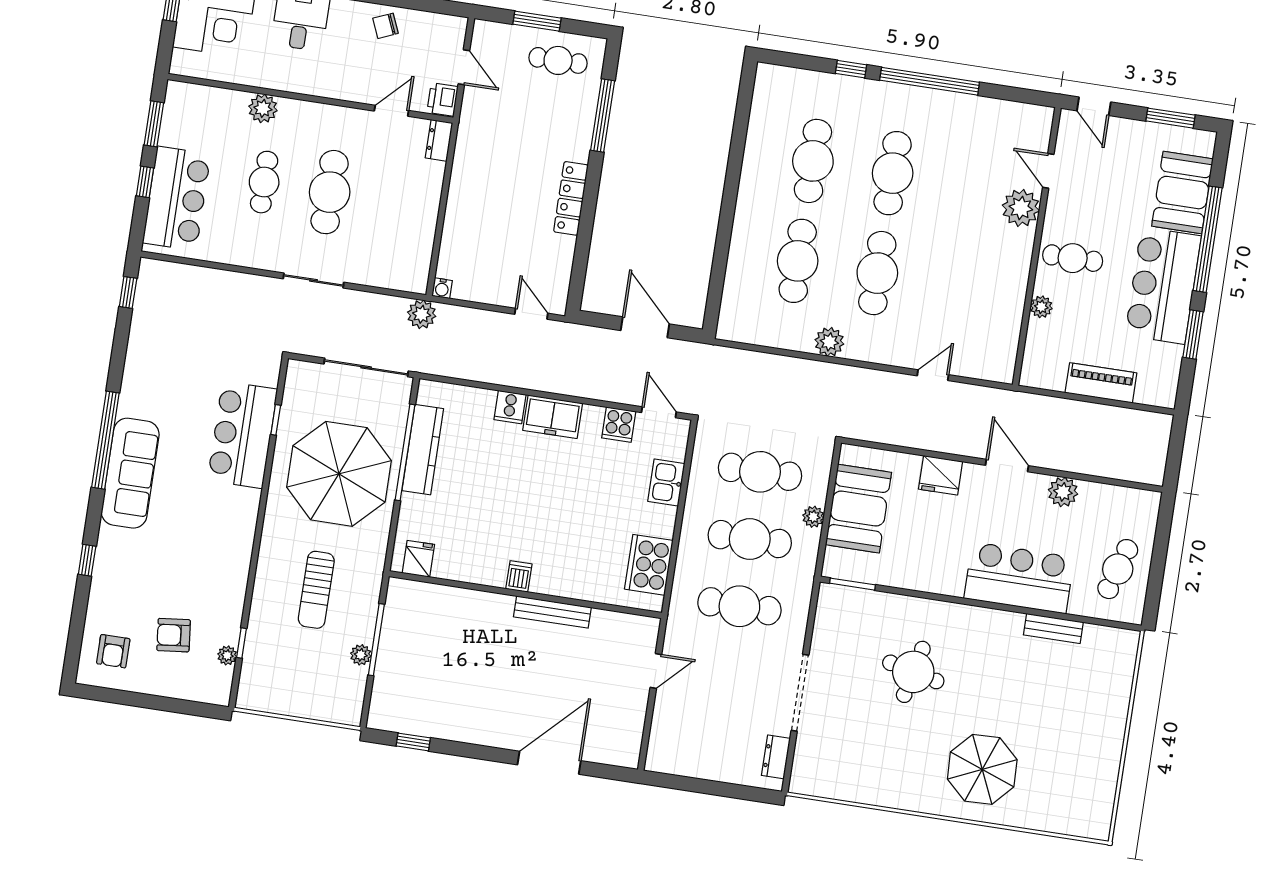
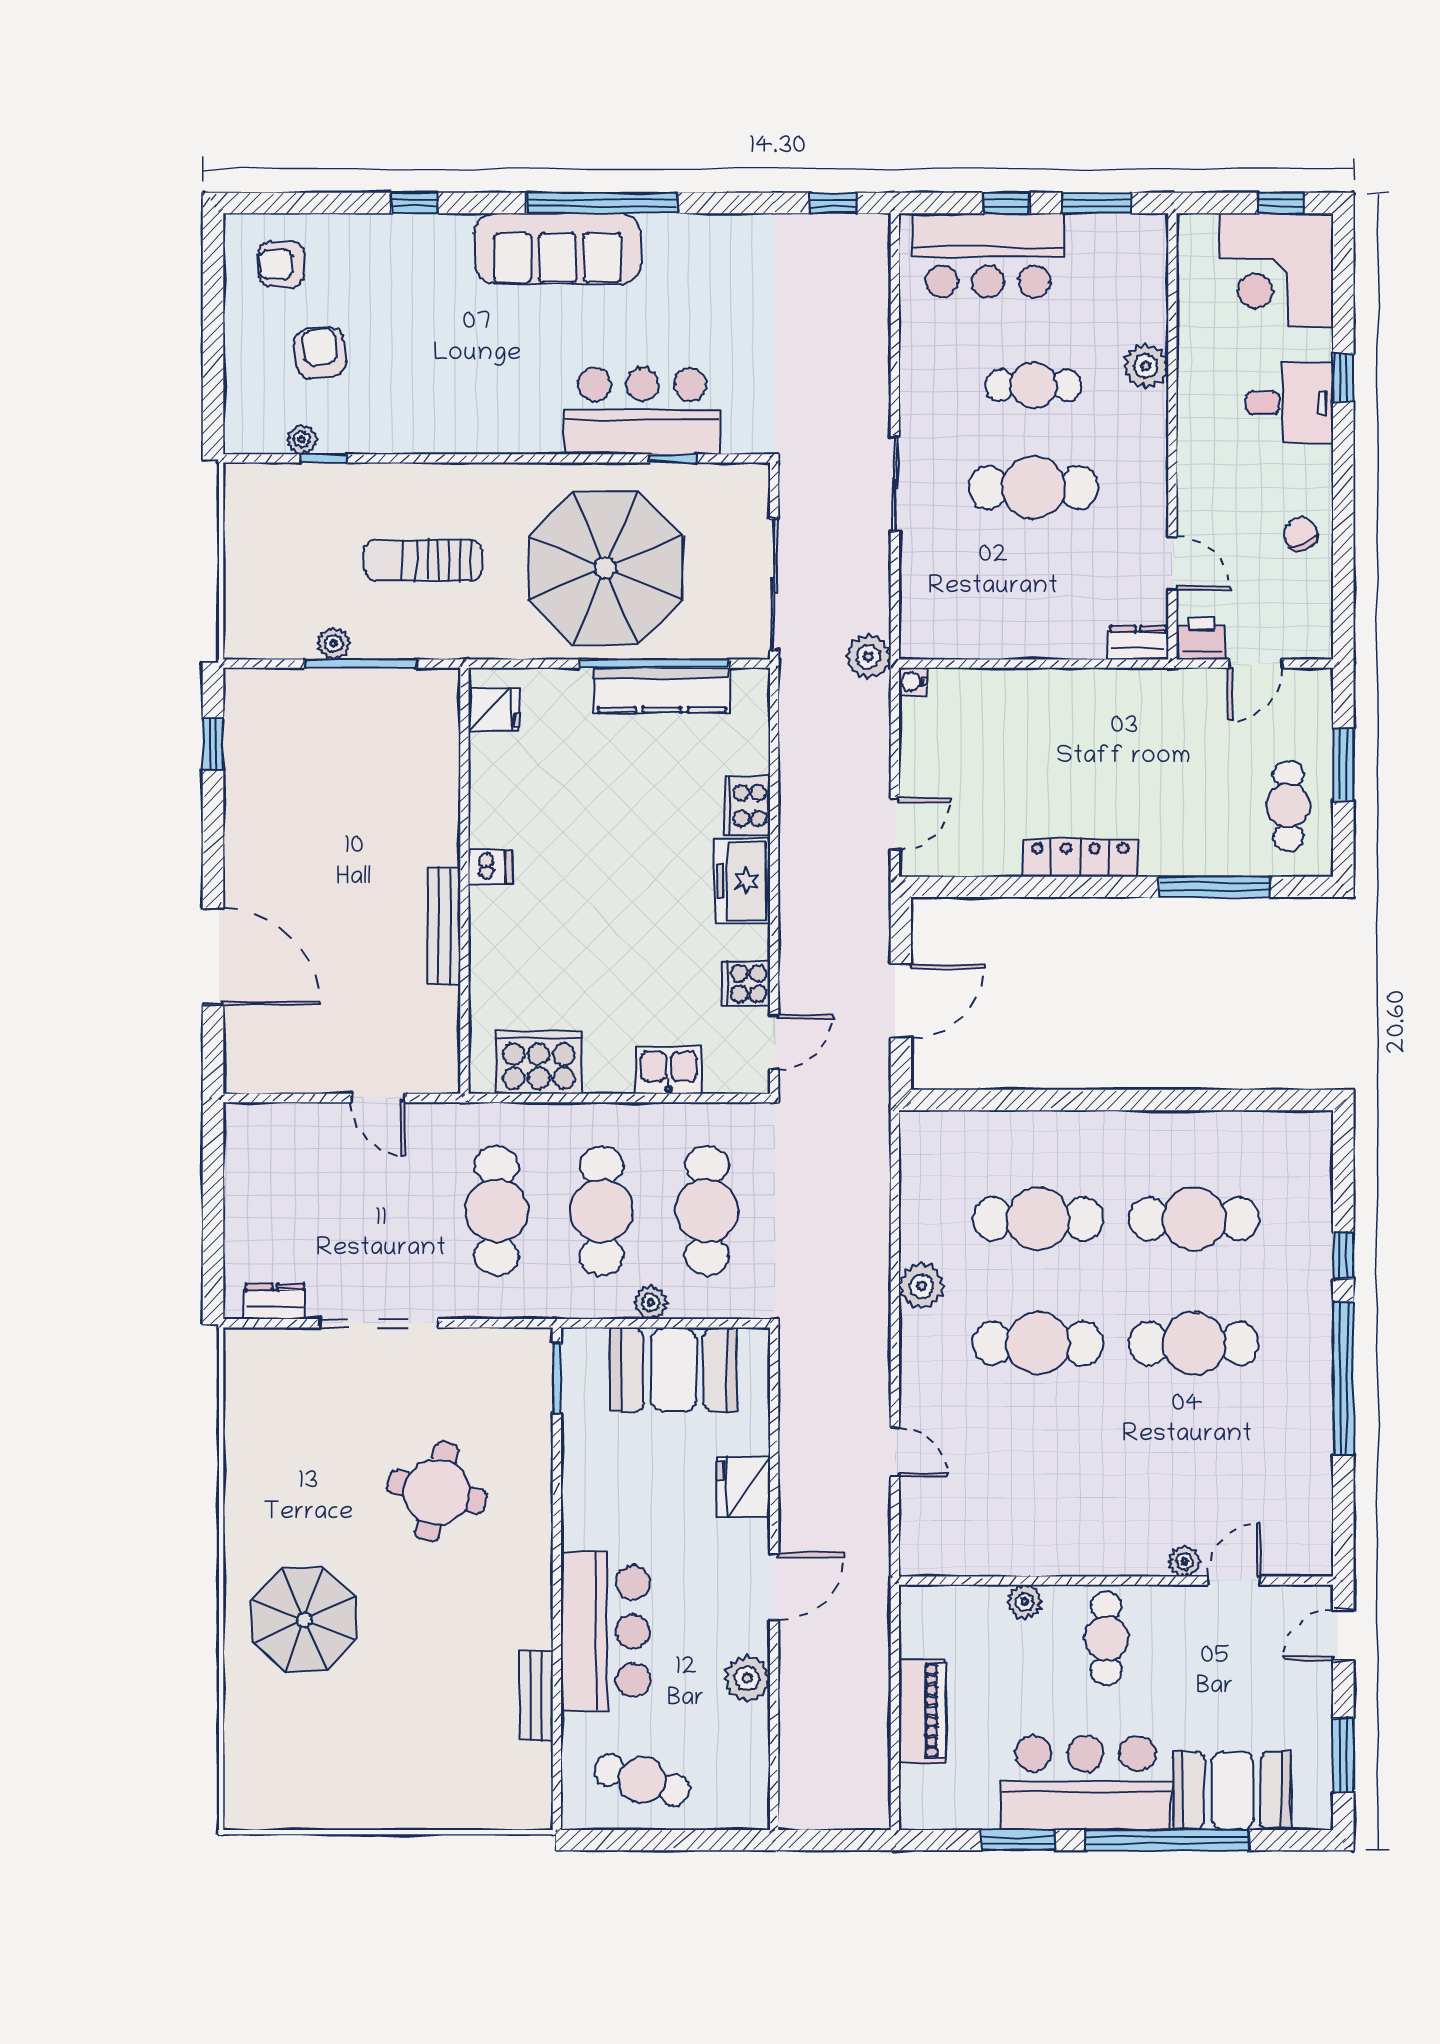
plant: (1021, 208) -> (1185, 1561), width x0.53, depth x0.53
cooker: (510, 407) -> (747, 805), width x1.36

